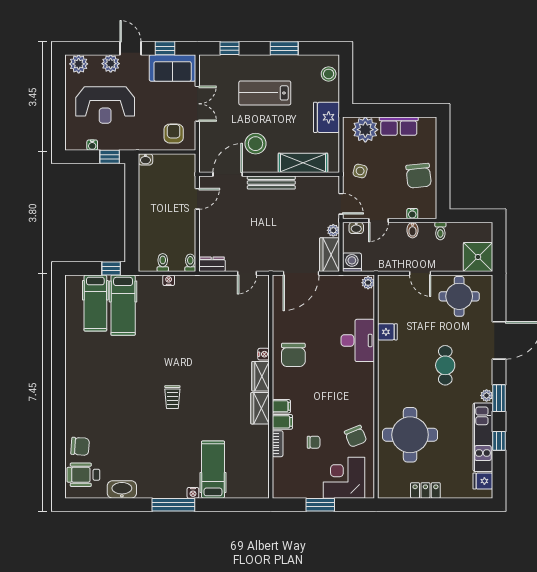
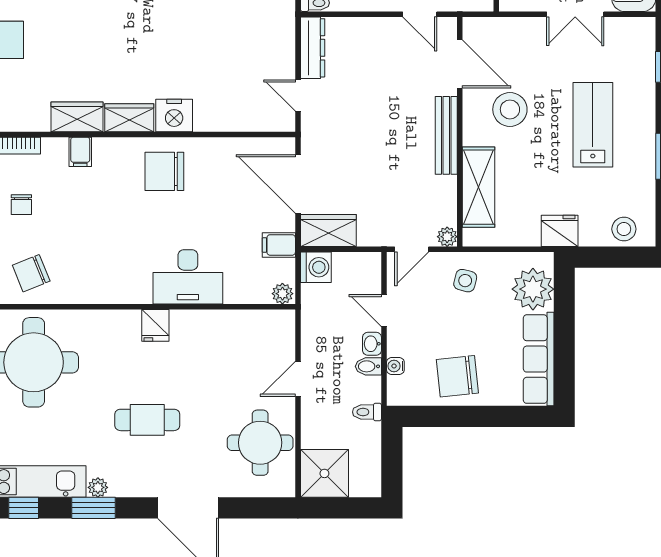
fridge: (326, 117) -> (560, 231), width x0.73, depth x0.75
row of seats: (399, 126) -> (539, 359), width x1.48
washbasin: (356, 228) -> (372, 344), moved
plant: (333, 230) -> (447, 237), moved
dresser: (212, 264) -> (313, 48), width x1.44
fridge: (387, 332) -> (155, 325), moved
nightstand: (264, 354) -> (174, 115), width x1.89, depth x1.79
filing cabinet: (282, 422) -> (279, 245), moved, turned 90

